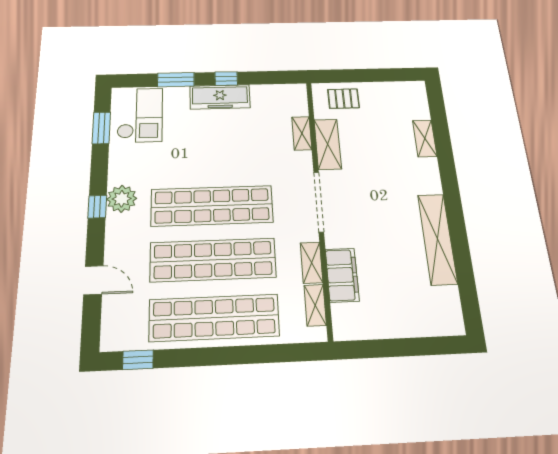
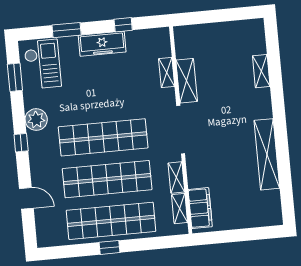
window: (226, 79) -> (123, 25), moved
pallet: (343, 99) -> (199, 39), removed
plant: (122, 199) -> (36, 120), moved
filing cabinet: (342, 275) -> (200, 208), moved
window: (138, 360) -> (110, 247), moved

